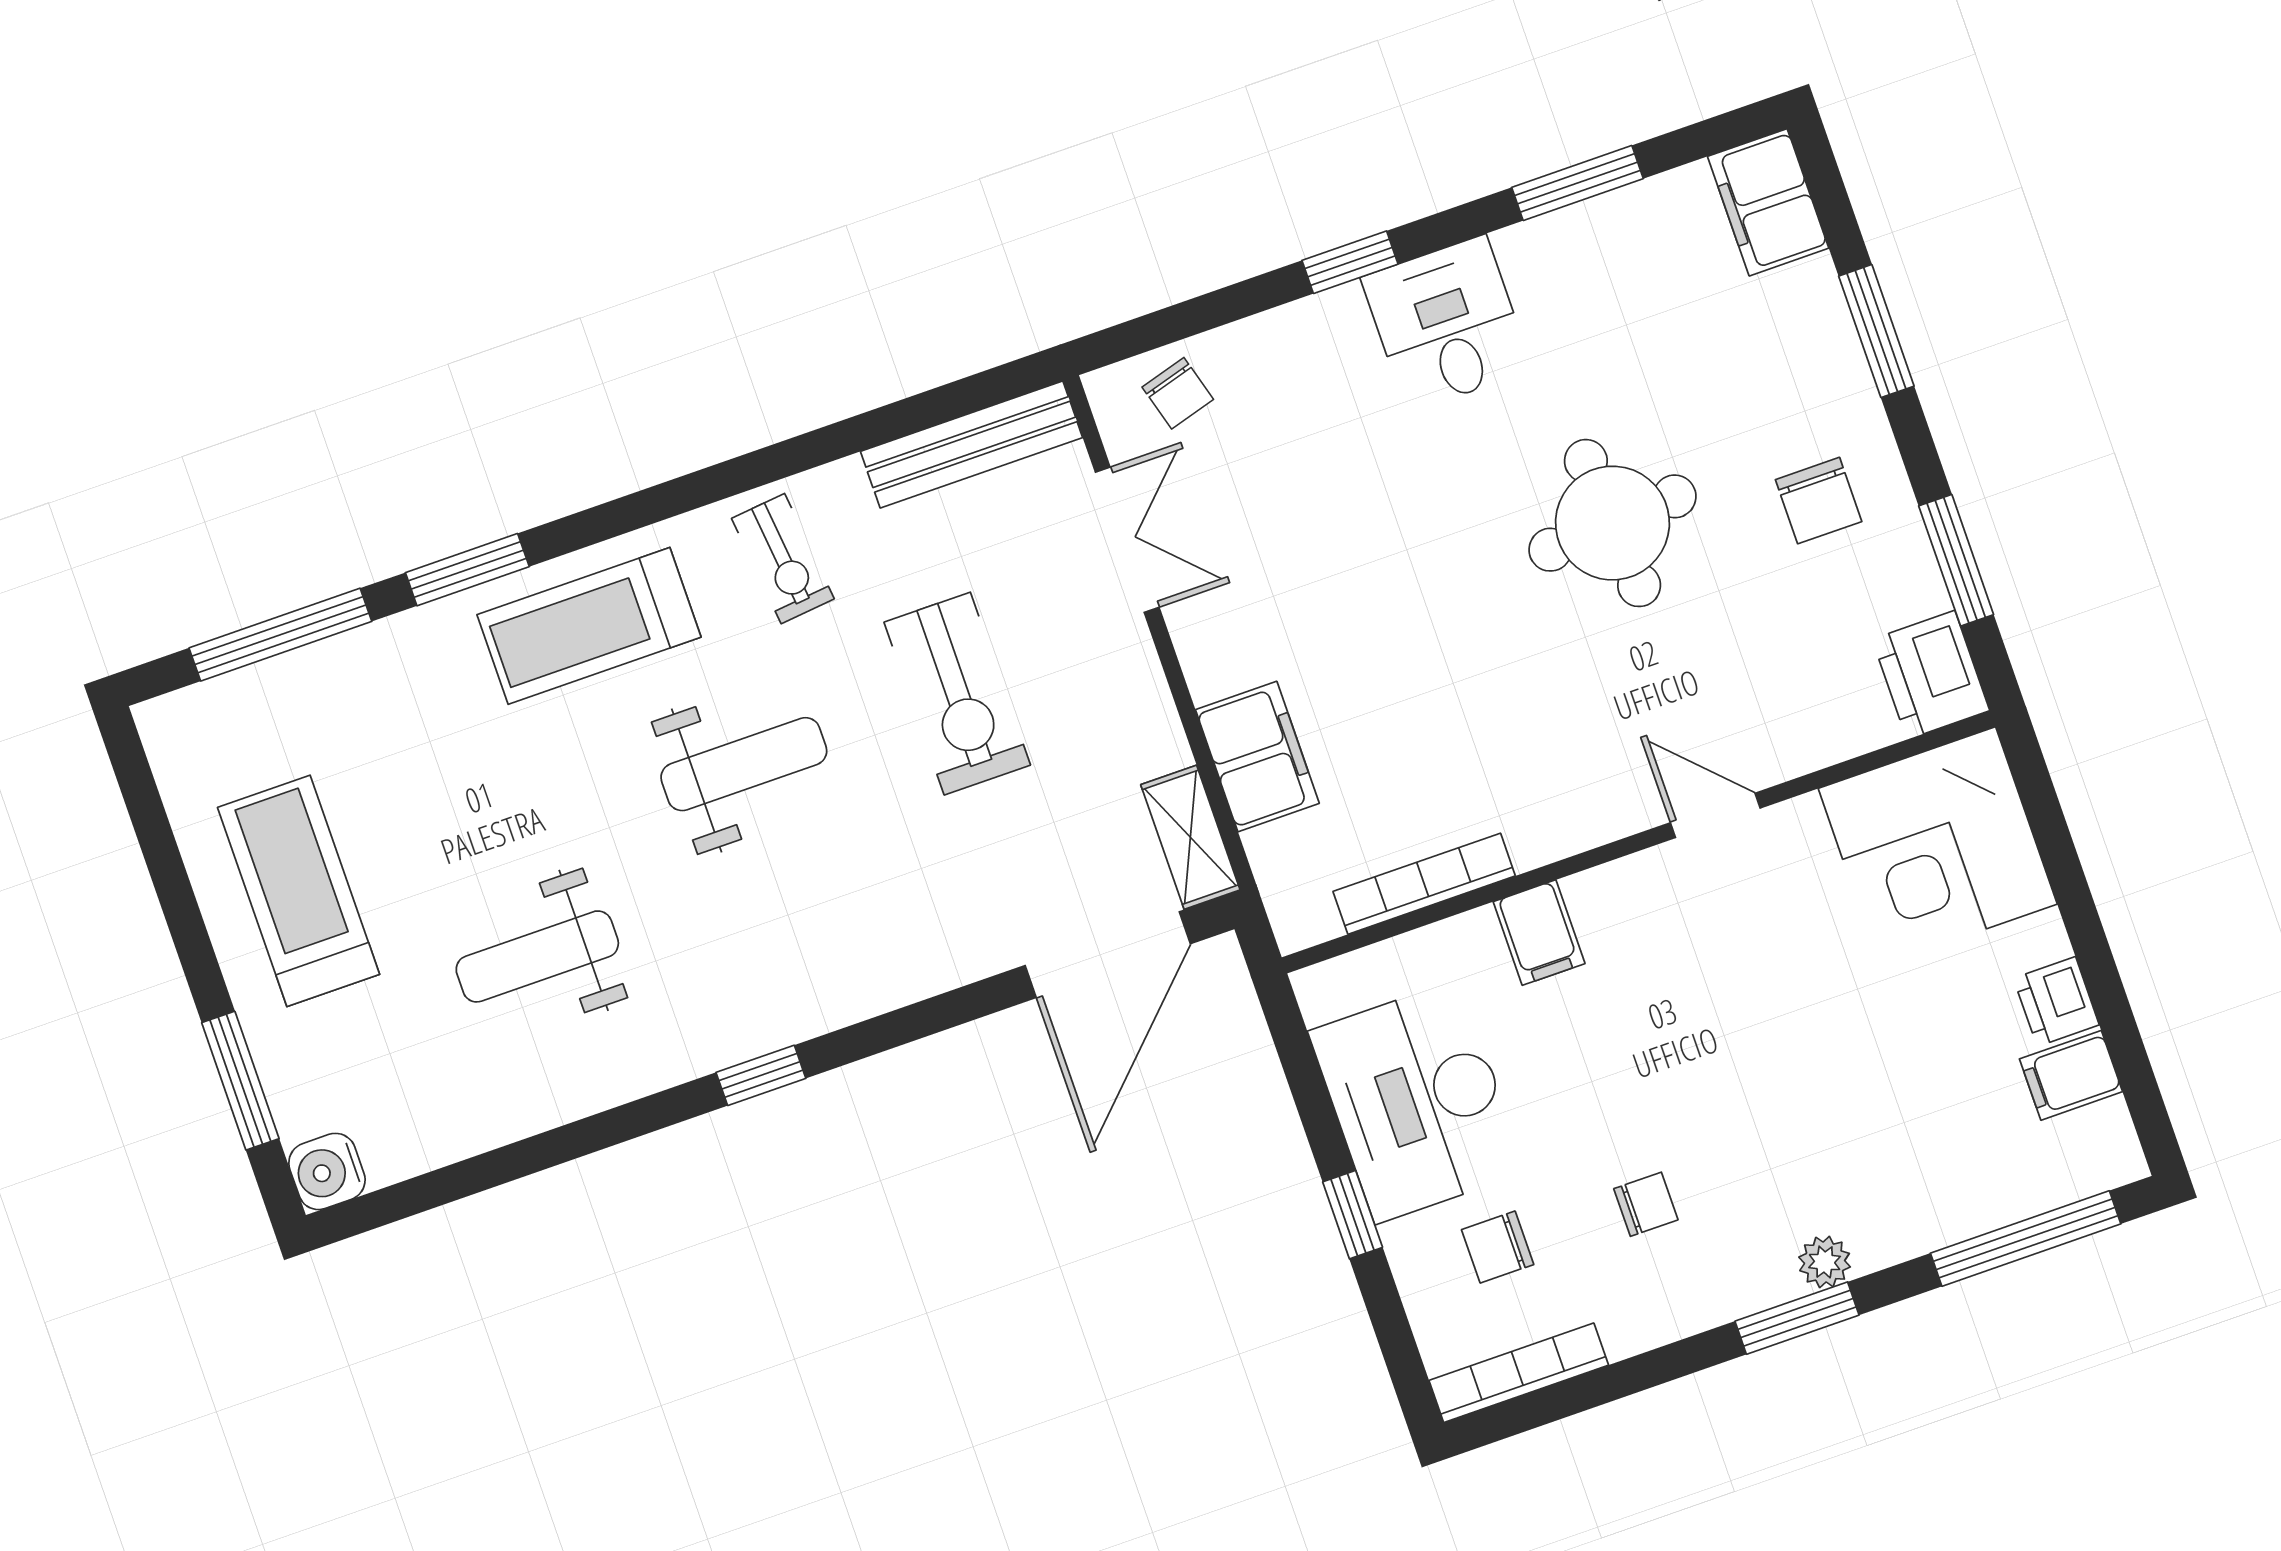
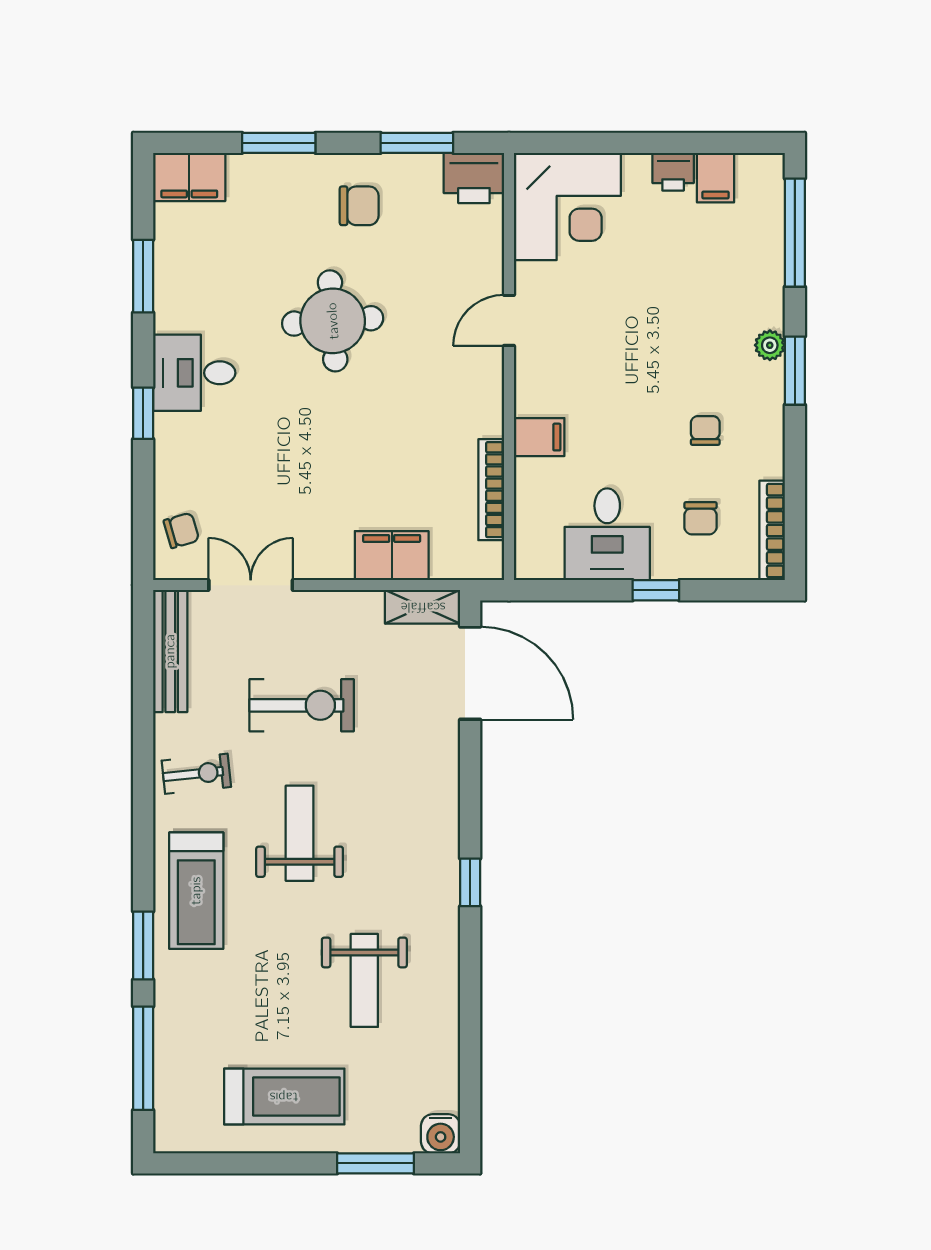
treadmill: (299, 891) -> (284, 1097), turned 180
desk: (1417, 1102) -> (607, 534), width x0.73

